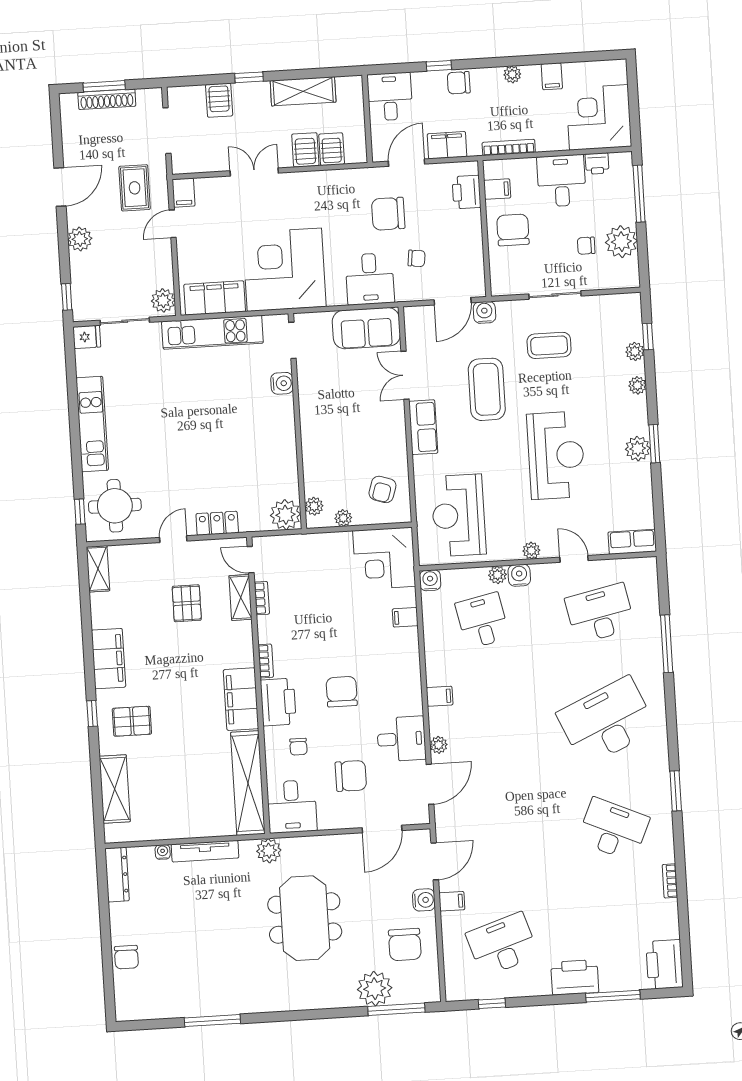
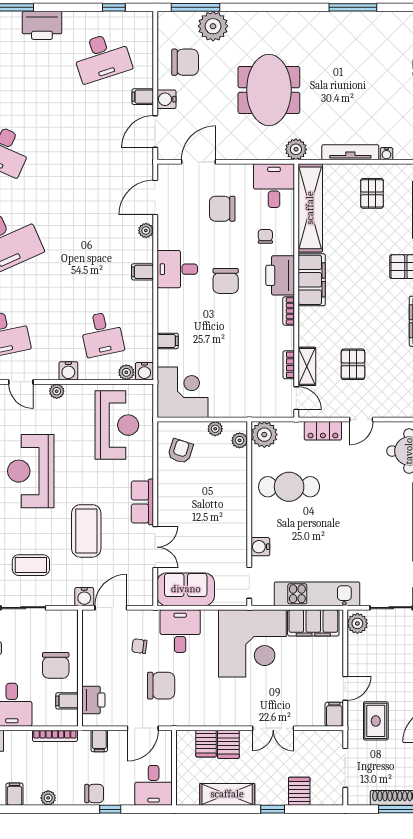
filing cabinet: (447, 145) -> (99, 741), width x0.50
cafe table: (253, 455) -> (289, 487), added
plant: (497, 575) -> (126, 372), moved
desk: (401, 739) -> (177, 269), moved
pallet: (177, 805) -> (372, 193), added
chair: (405, 945) -> (185, 62), turned 90

